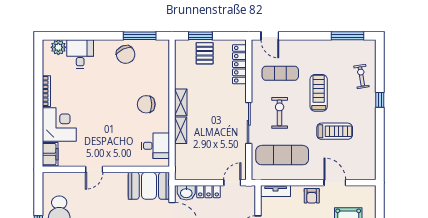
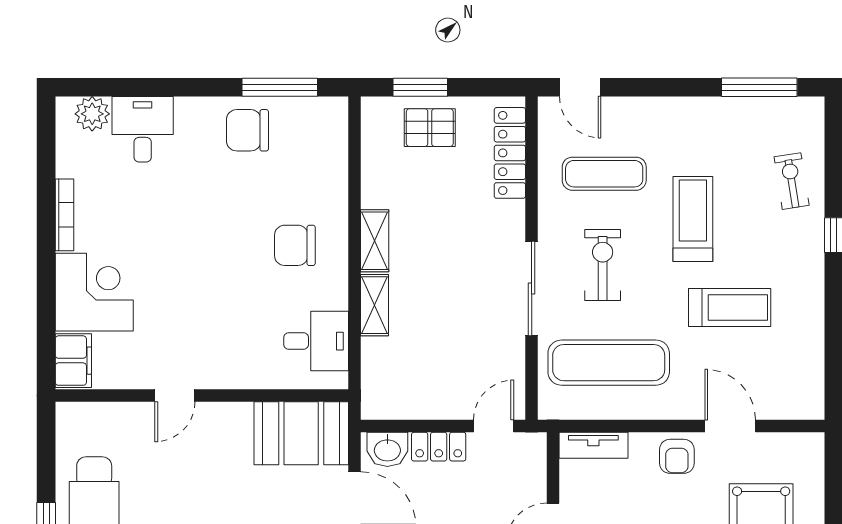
pallet: (205, 53) -> (430, 128), turned 90
chair: (126, 54) -> (247, 130), turned 115

